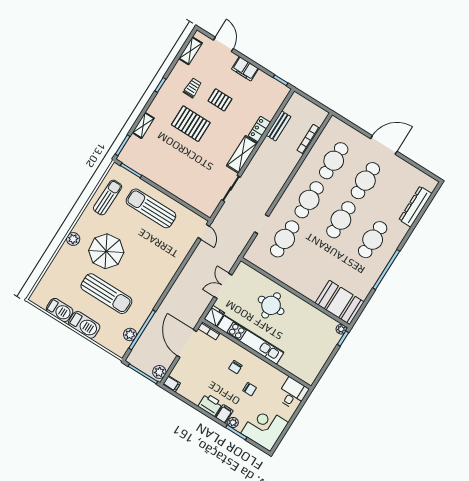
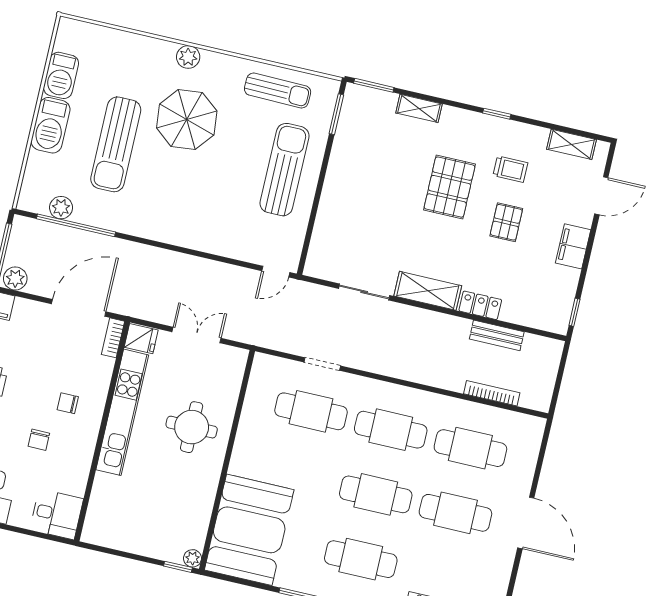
booth: (340, 303) -> (249, 530), width x1.36, depth x1.42

